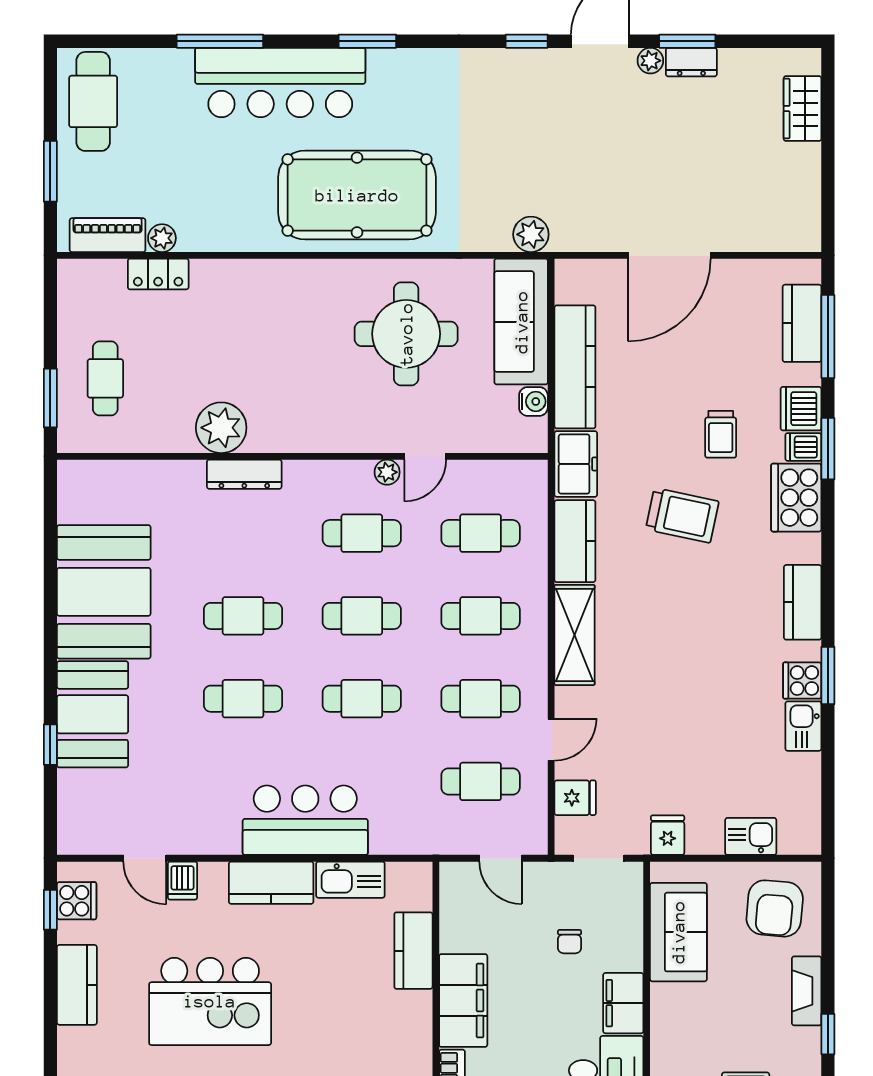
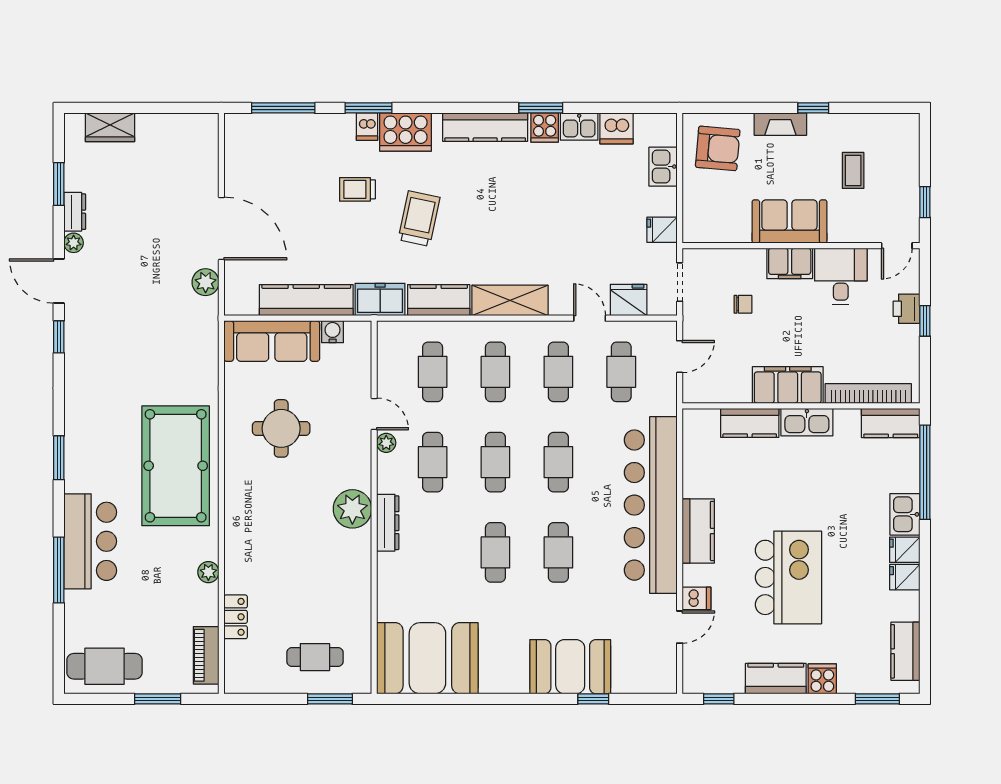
window: (687, 41) -> (59, 184), moved
bar counter: (280, 82) -> (90, 541), width x0.73
plant: (531, 234) -> (206, 282), moved
plant: (162, 238) -> (208, 572), moved
kitchen counter: (802, 323) -> (273, 128), removed
round table: (406, 334) -> (281, 428), width x0.73, depth x0.73
dishwasher: (801, 409) -> (617, 128), moved
plant: (221, 428) -> (352, 509), moved
trolley: (721, 434) -> (357, 189), turned 180
dresser: (244, 474) -> (388, 523), moved
booth: (104, 592) -> (427, 658), moved
kitchen counter: (803, 602) -> (485, 127), width x1.50
fridge: (575, 798) -> (629, 300), width x1.38
bar counter: (305, 820) -> (651, 505), width x1.86
kitchen sink: (350, 880) -> (807, 422), moved, turned 90
cooker: (77, 901) -> (822, 679), moved
sofa: (678, 932) -> (789, 221), moved

